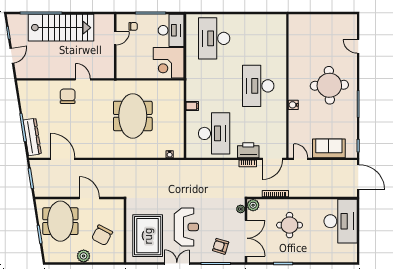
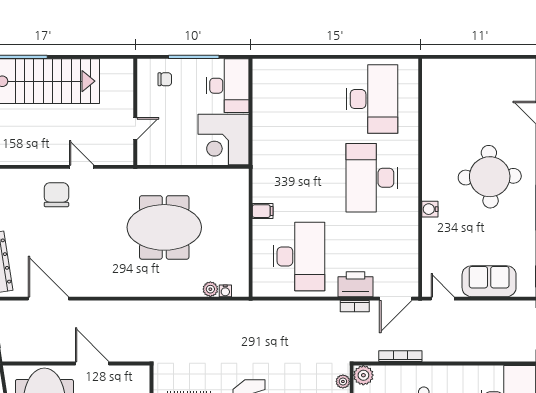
door: (115, 38) -> (135, 128), moved
desk: (214, 38) -> (372, 99), moved, turned 180
meeting table: (133, 116) -> (164, 227), turned 90
plant: (161, 153) -> (210, 289), added

